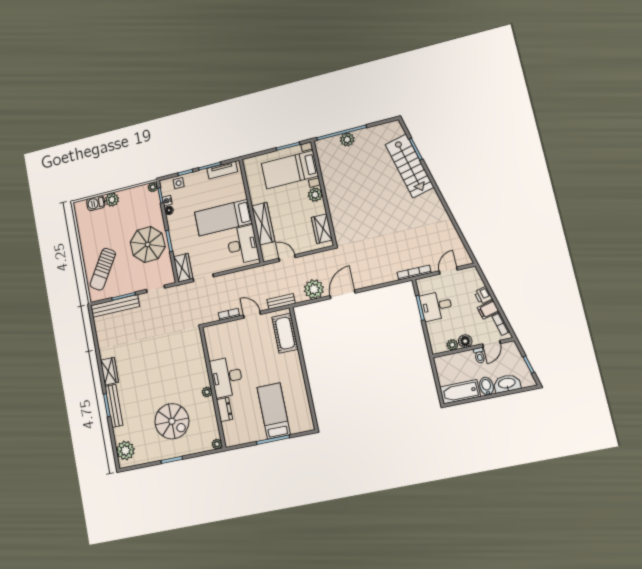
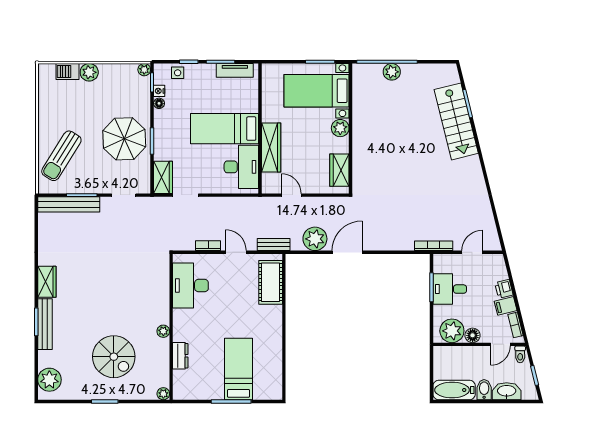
plant: (452, 345) -> (452, 331), width x1.88, depth x1.88
toilet: (479, 355) -> (520, 354), moved
desk: (227, 377) -> (190, 286), moved

